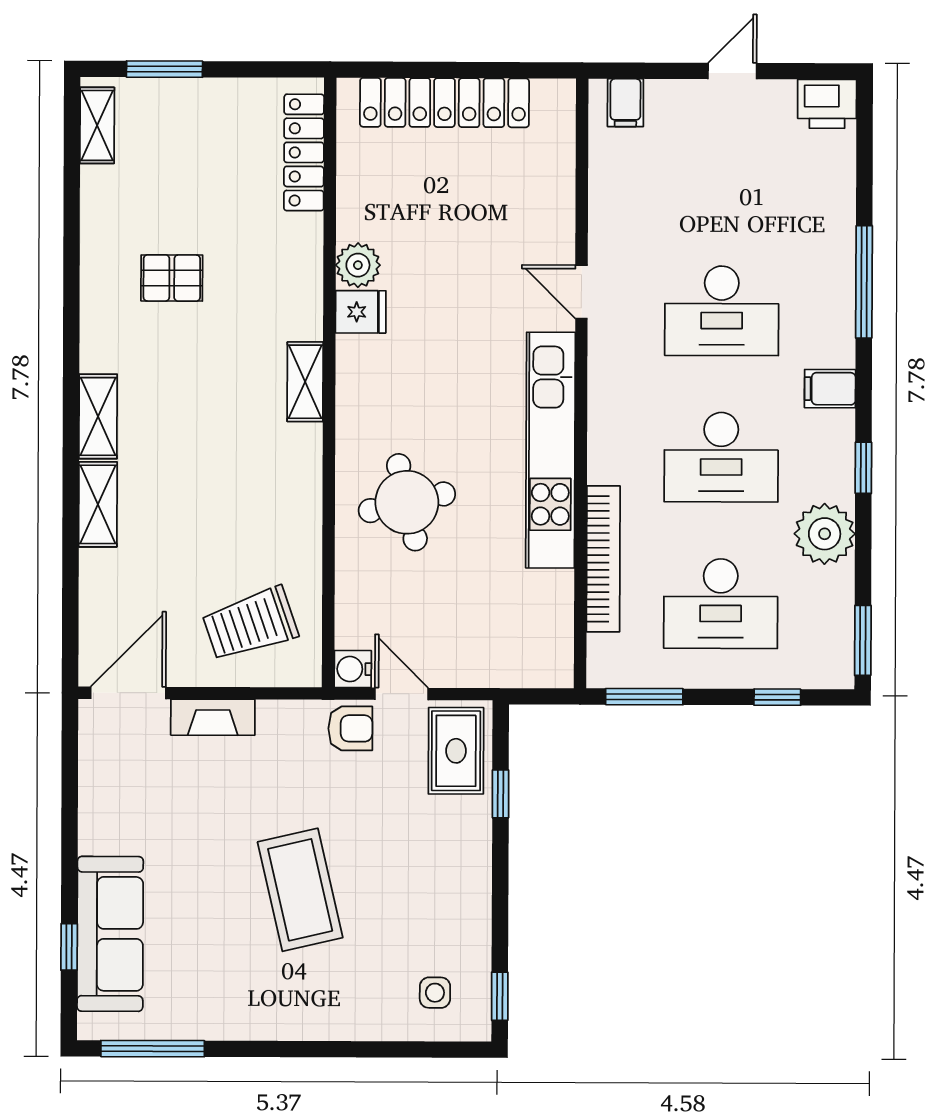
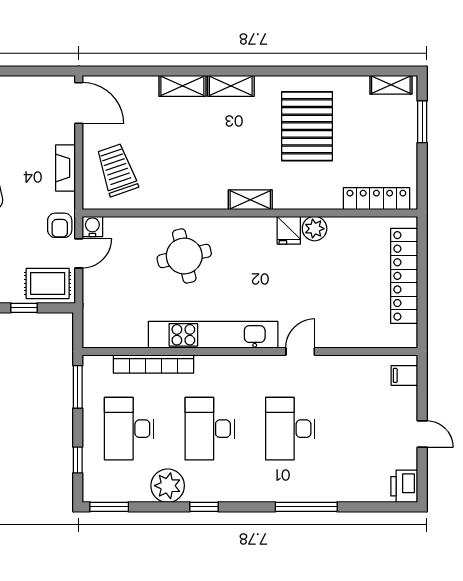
pallet: (172, 278) -> (307, 126), width x2.05, depth x2.00
filing cabinet: (830, 389) -> (247, 488), removed
fireplace: (213, 717) -> (66, 168), moved

